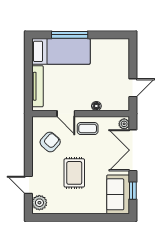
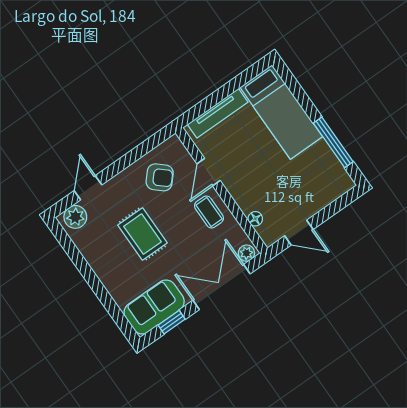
window: (70, 35) -> (333, 142), moved
floor lamp: (96, 106) -> (255, 219), moved
rug: (74, 173) -> (142, 234), turned 90

